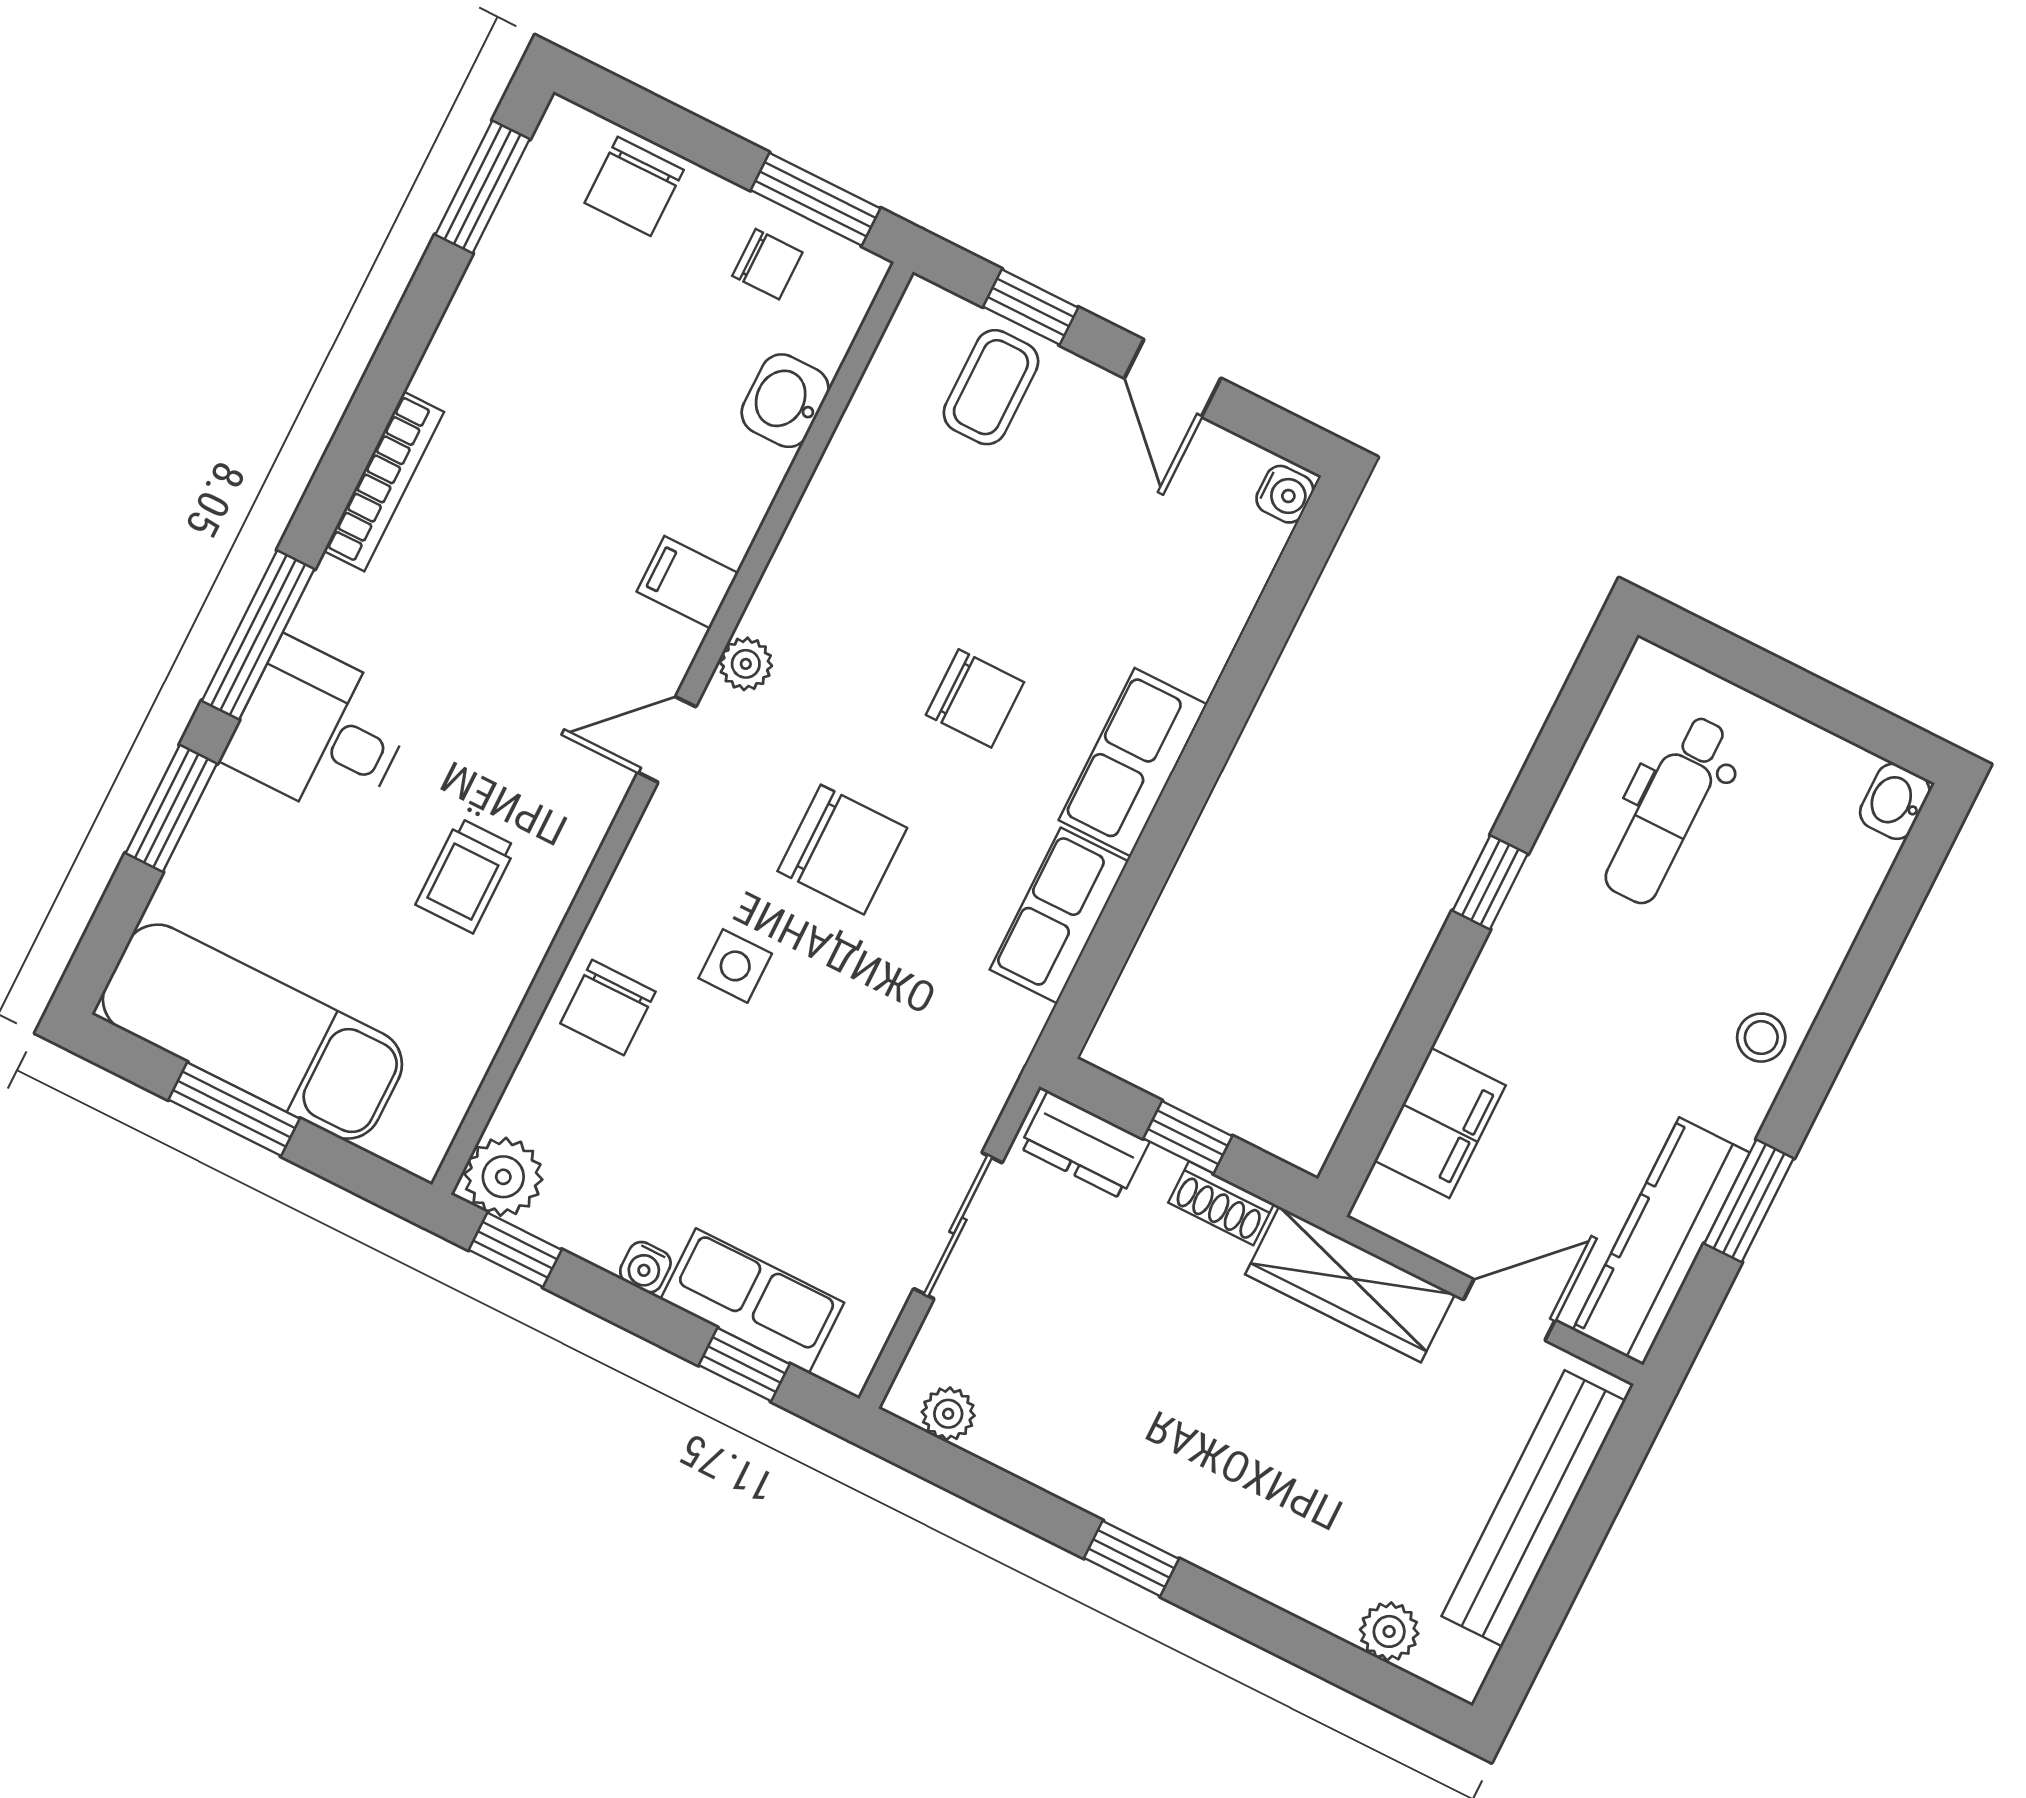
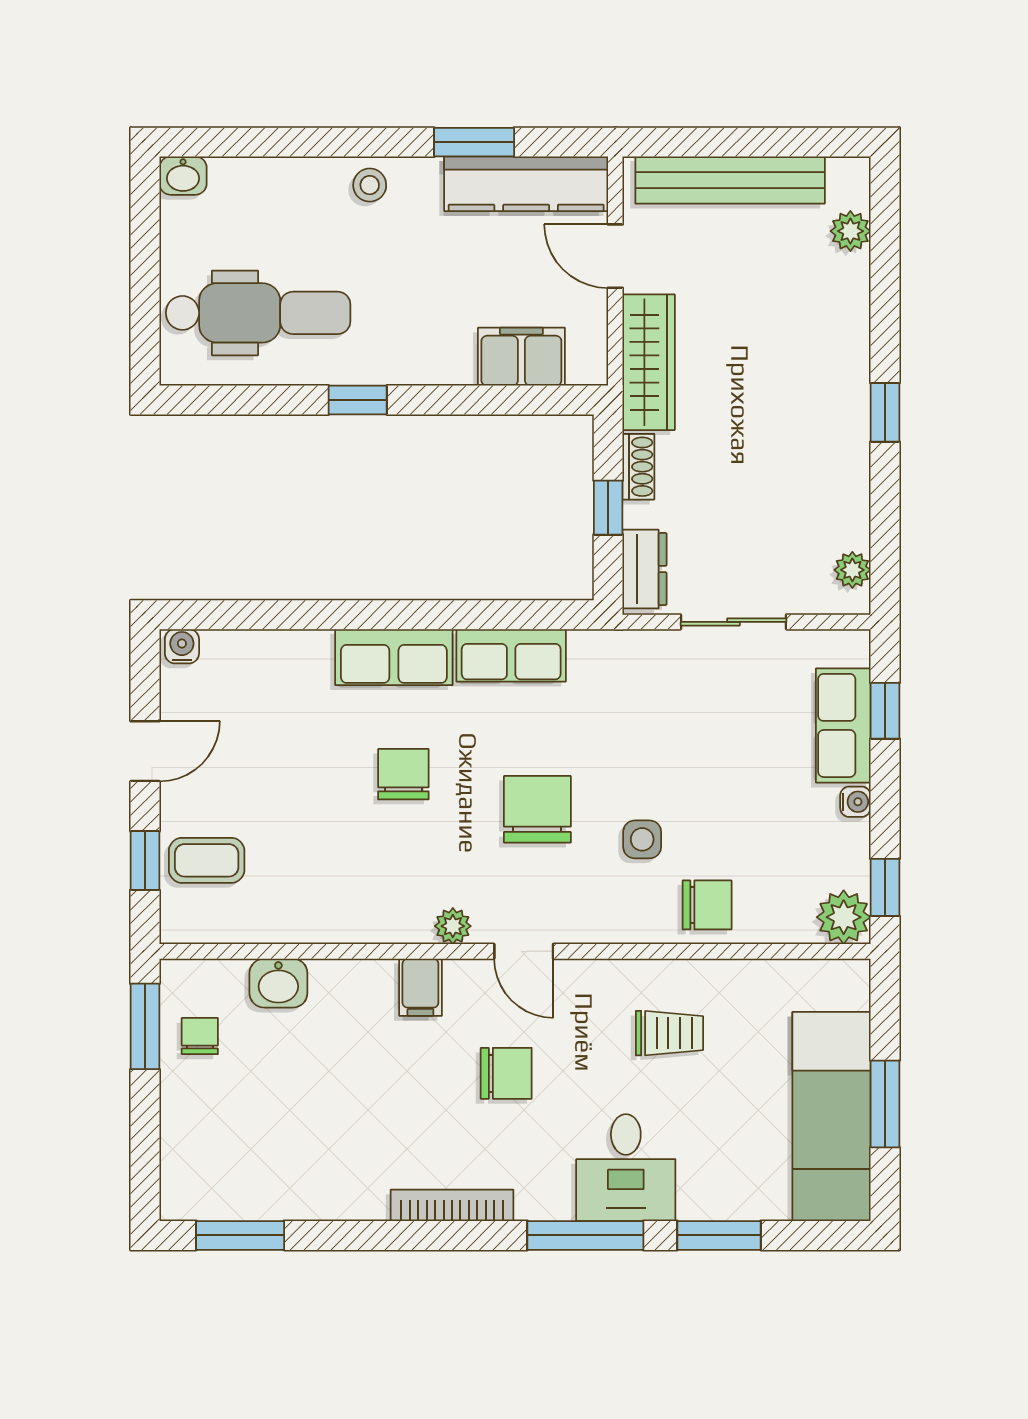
chair: (634, 186) -> (506, 1073), moved
dental chair: (1668, 810) -> (258, 313), width x1.36, depth x1.38

